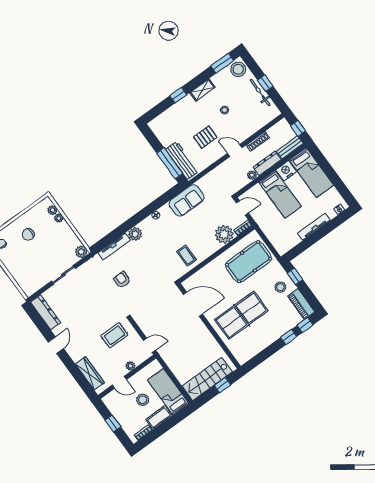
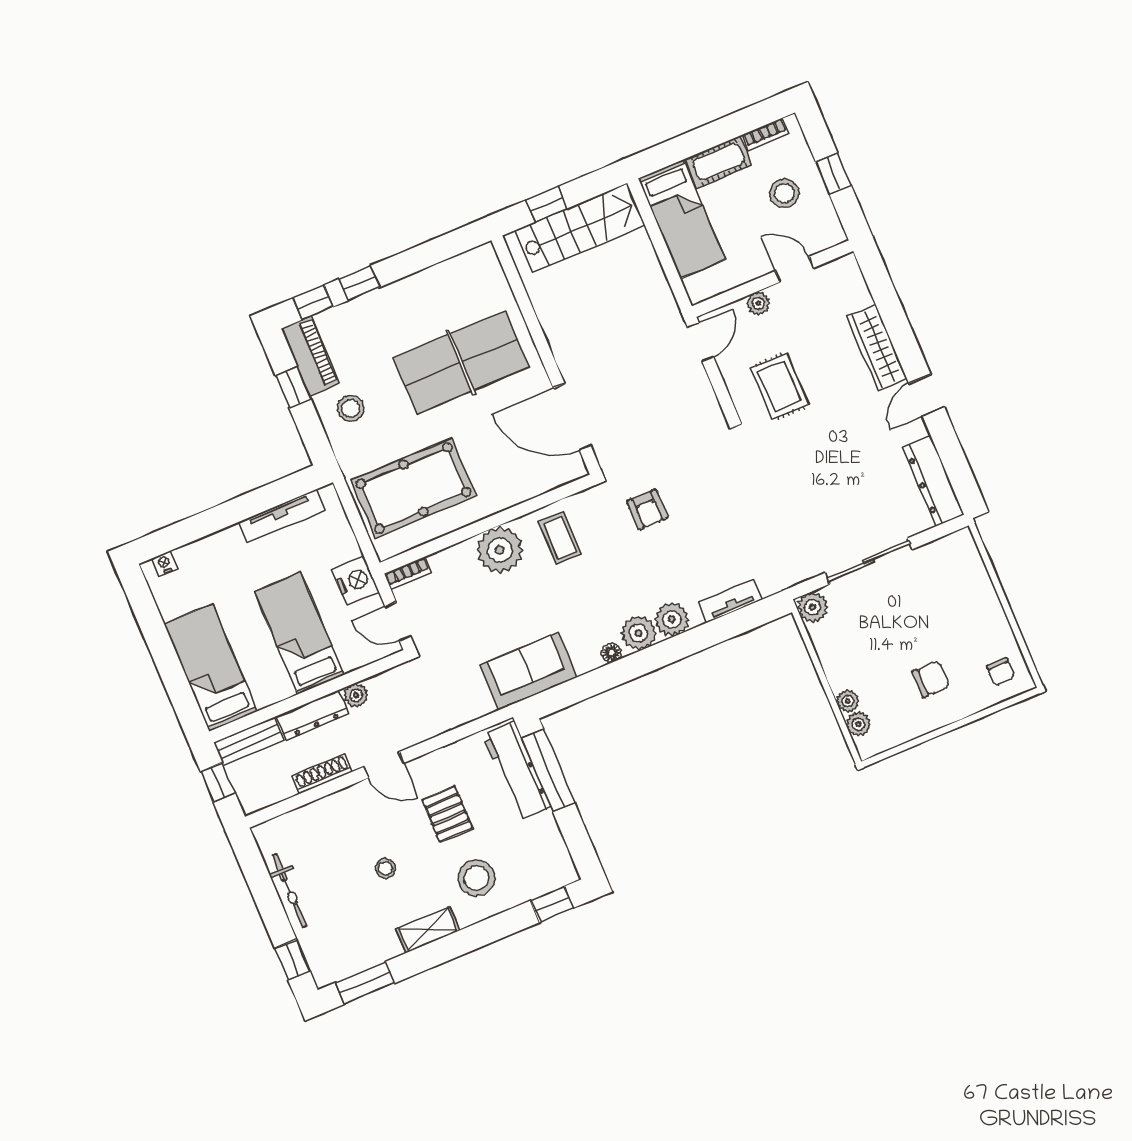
stool: (238, 69) -> (477, 878), moved
window: (265, 83) -> (292, 960), moved
window: (178, 95) -> (552, 904), moved
pallet: (205, 137) -> (447, 814), turned 90
nightstand: (286, 171) -> (355, 581), moved, turned -90
plant: (147, 225) -> (639, 633), added
tv unit: (314, 227) -> (281, 516), moved
plant: (224, 234) -> (500, 550), moved
tv unit: (114, 247) -> (730, 601), width x0.71
sliding door: (63, 275) -> (868, 561), width x1.37
window: (295, 276) -> (293, 387), moved
armchair: (122, 280) -> (647, 510), moved
rug: (114, 335) -> (780, 386), turned 90
door: (149, 345) -> (701, 342), swing flipped
wardrobe: (90, 373) -> (877, 347), moved
stool: (143, 400) -> (784, 193), moved

